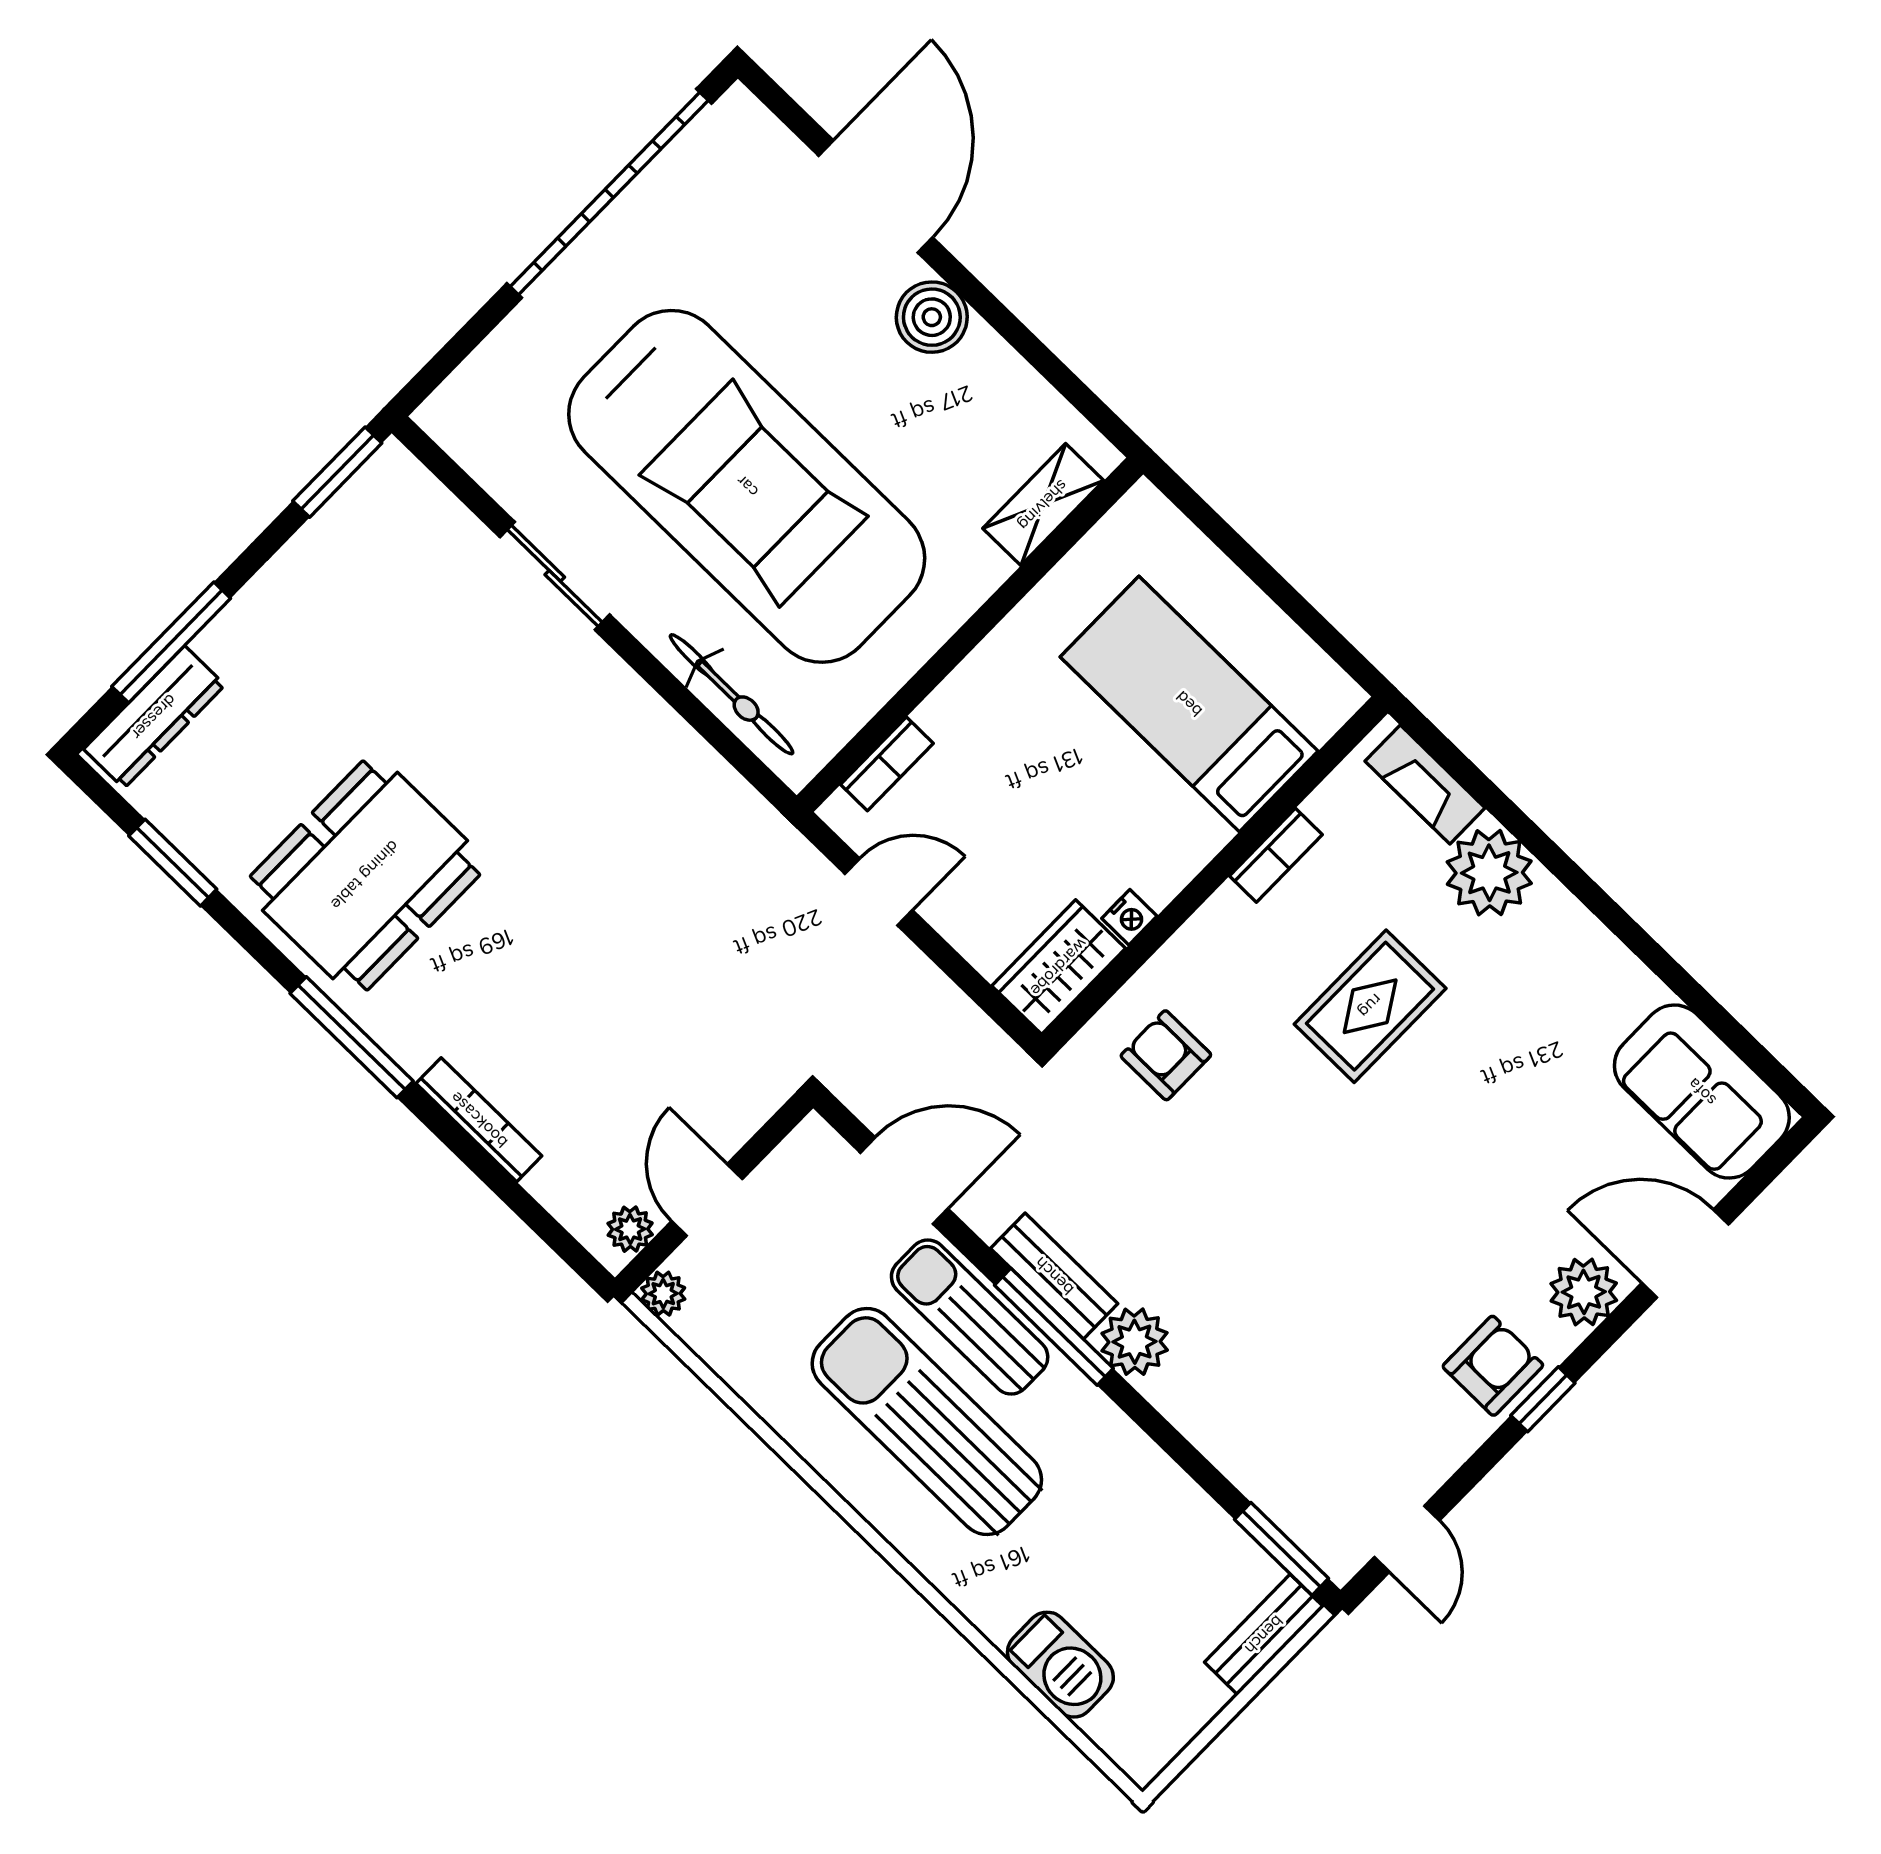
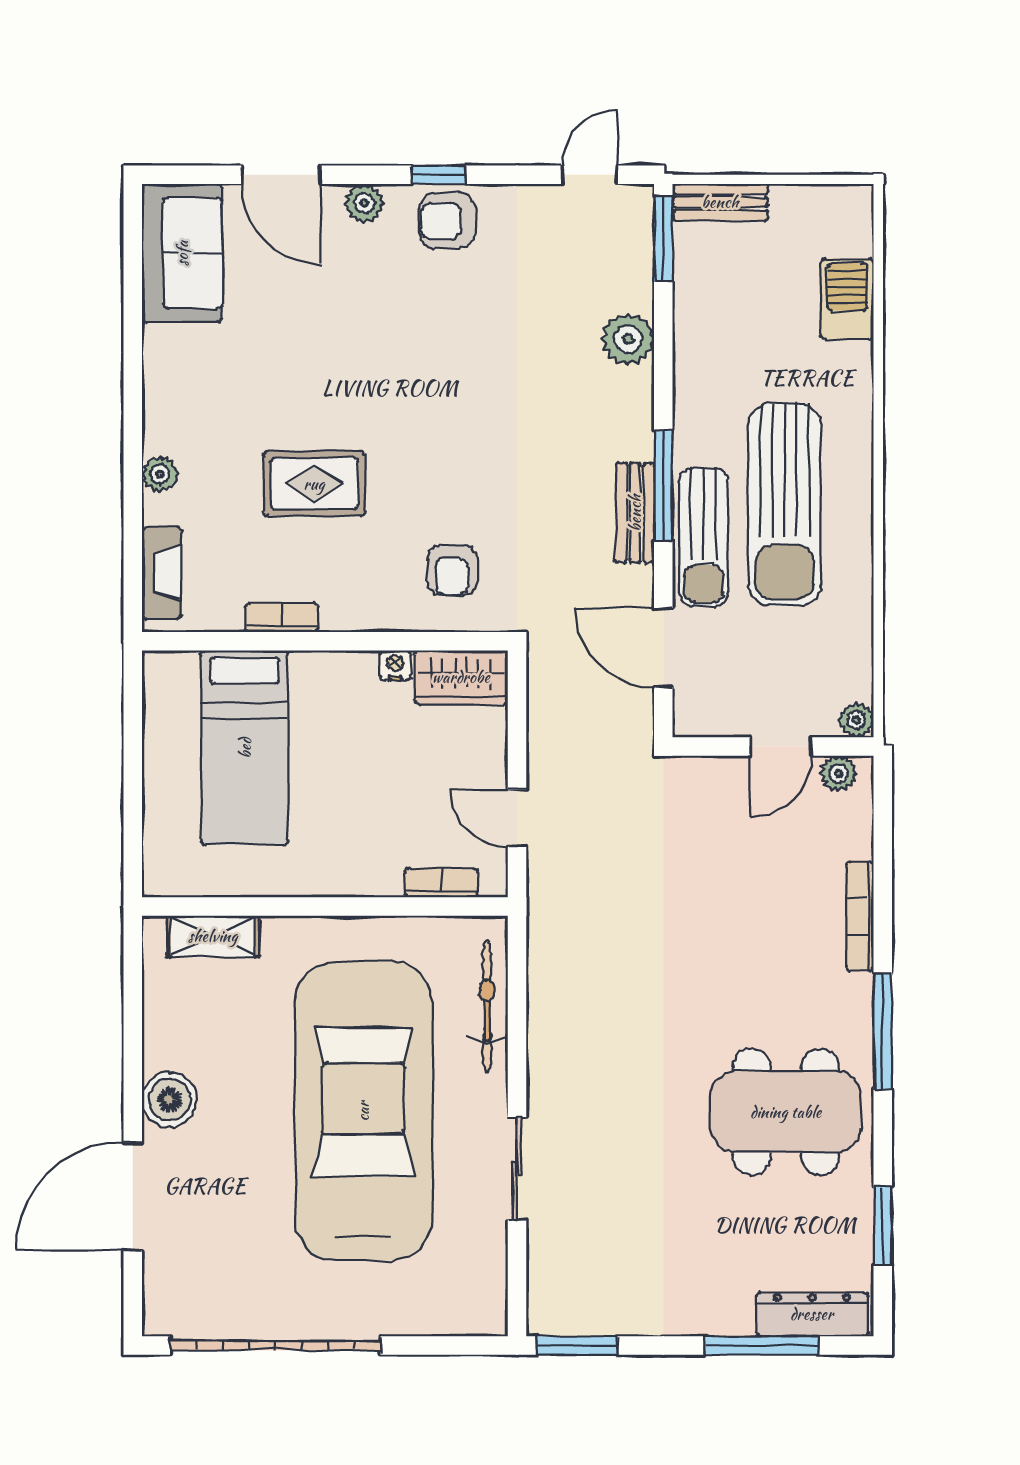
plant: (1489, 873) -> (160, 474), width x0.53, depth x0.53
plant: (1584, 1292) -> (364, 203), width x0.73, depth x0.73
plant: (1135, 1342) -> (628, 339), moved

